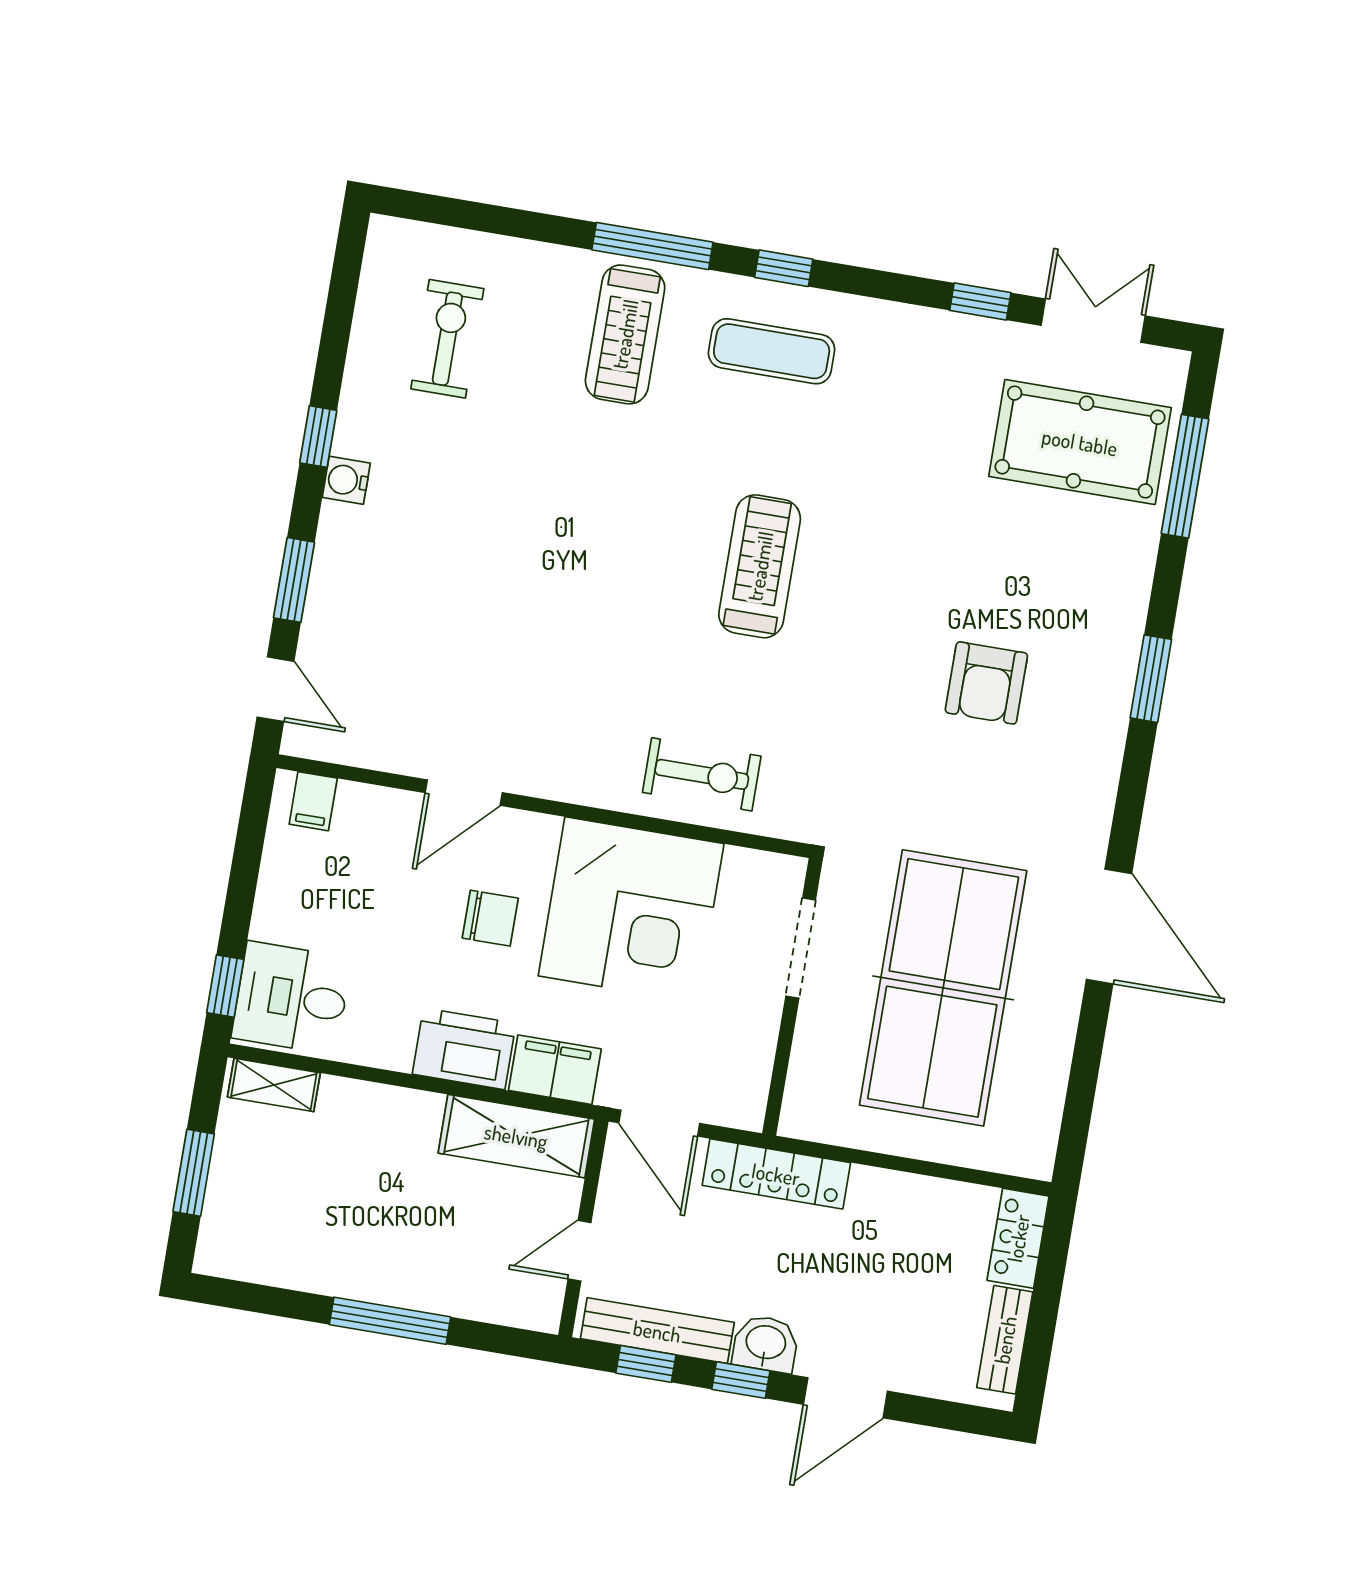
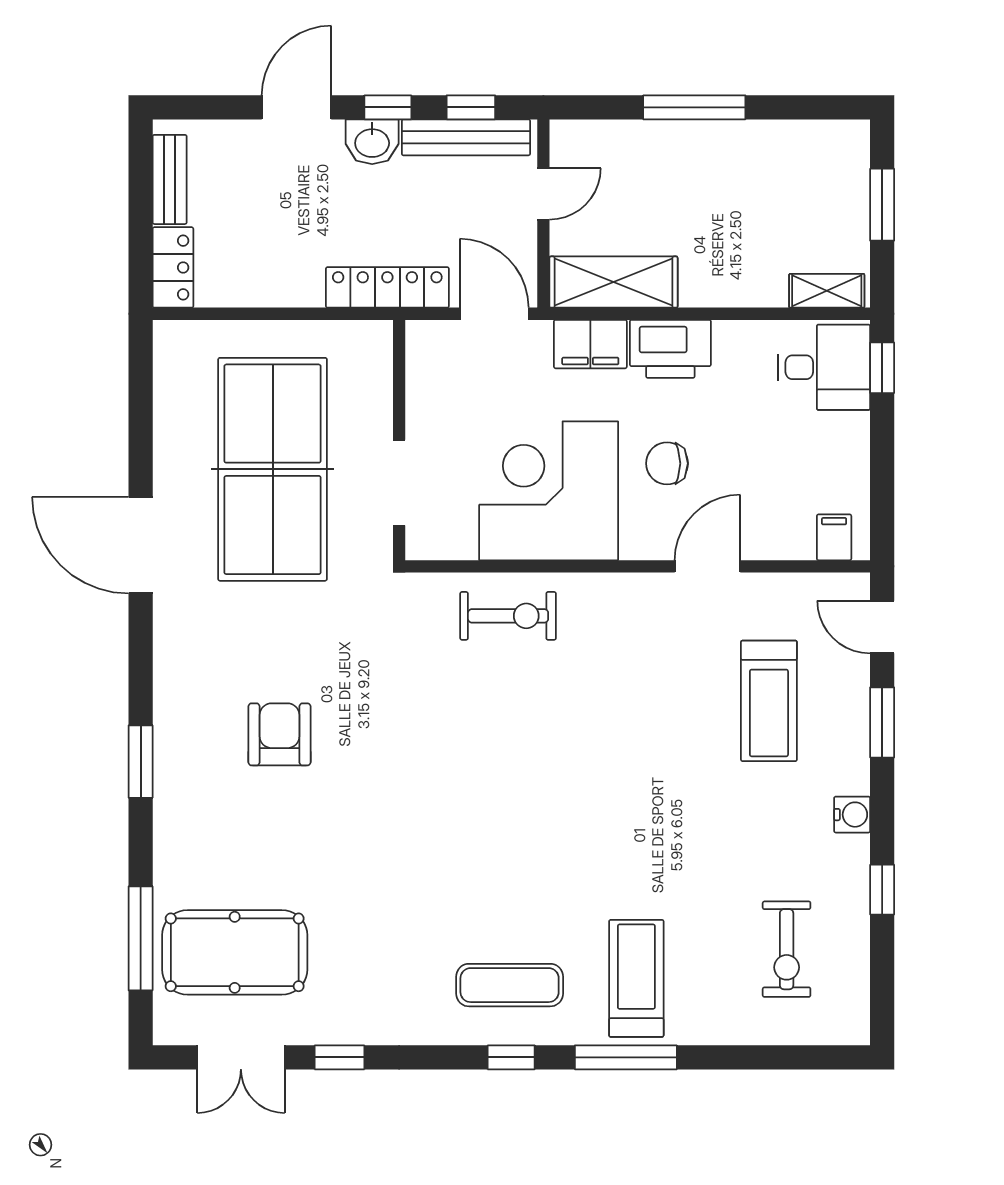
window: (318, 437) -> (882, 890), moved
treadmill: (760, 566) -> (769, 701), moved
exercise bike: (702, 774) -> (508, 616), turned 180

